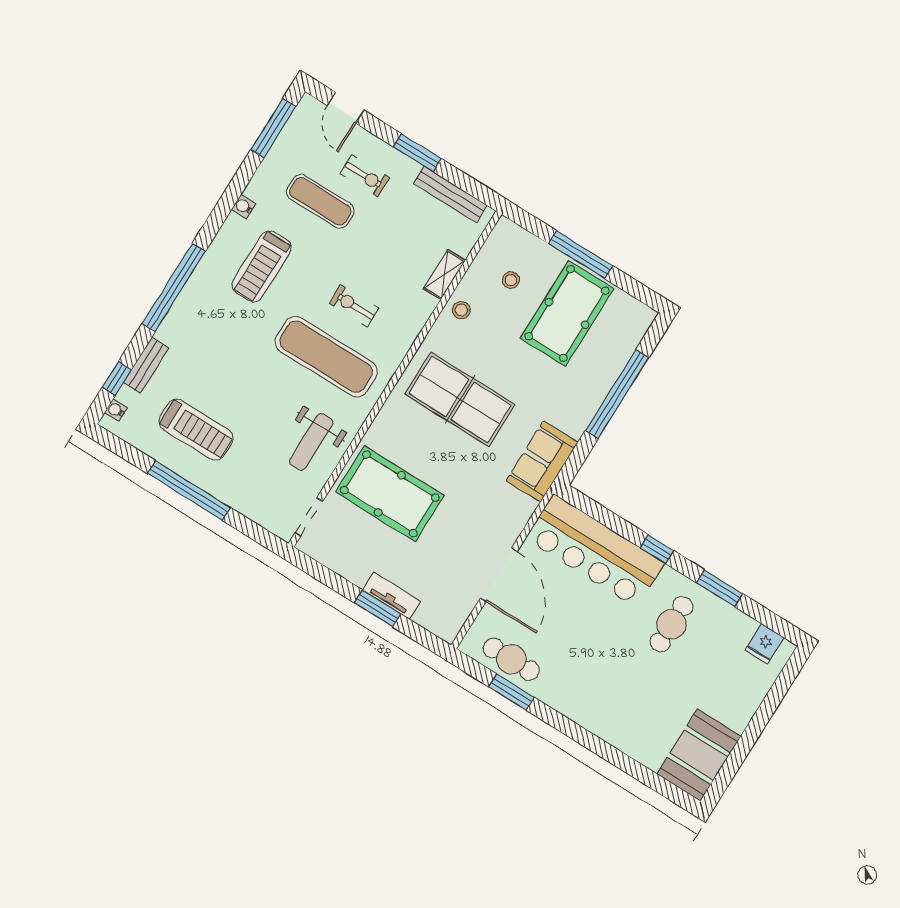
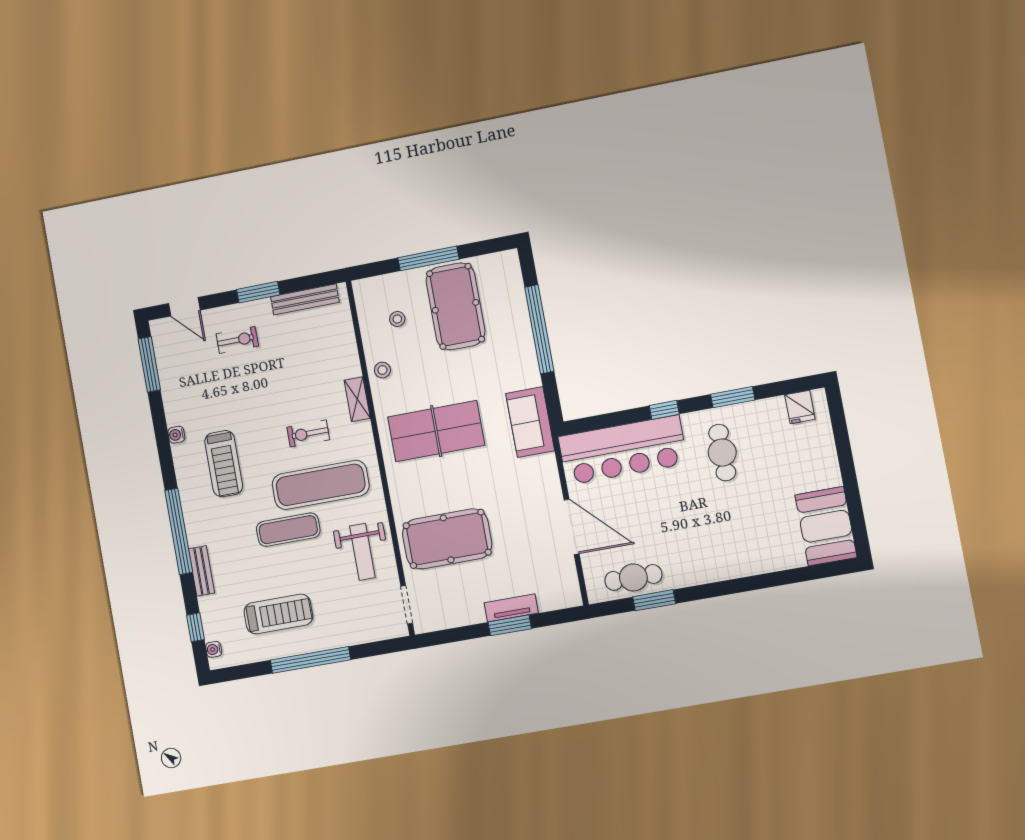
exercise mat: (320, 201) -> (288, 530), moved
shelving: (444, 274) -> (357, 399), moved
bench: (146, 365) -> (201, 571), moved

